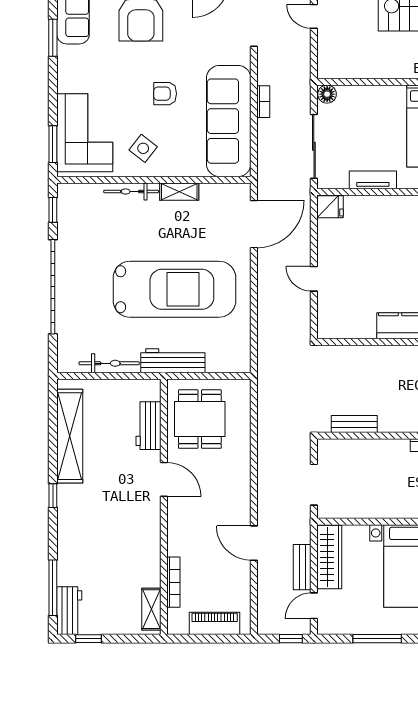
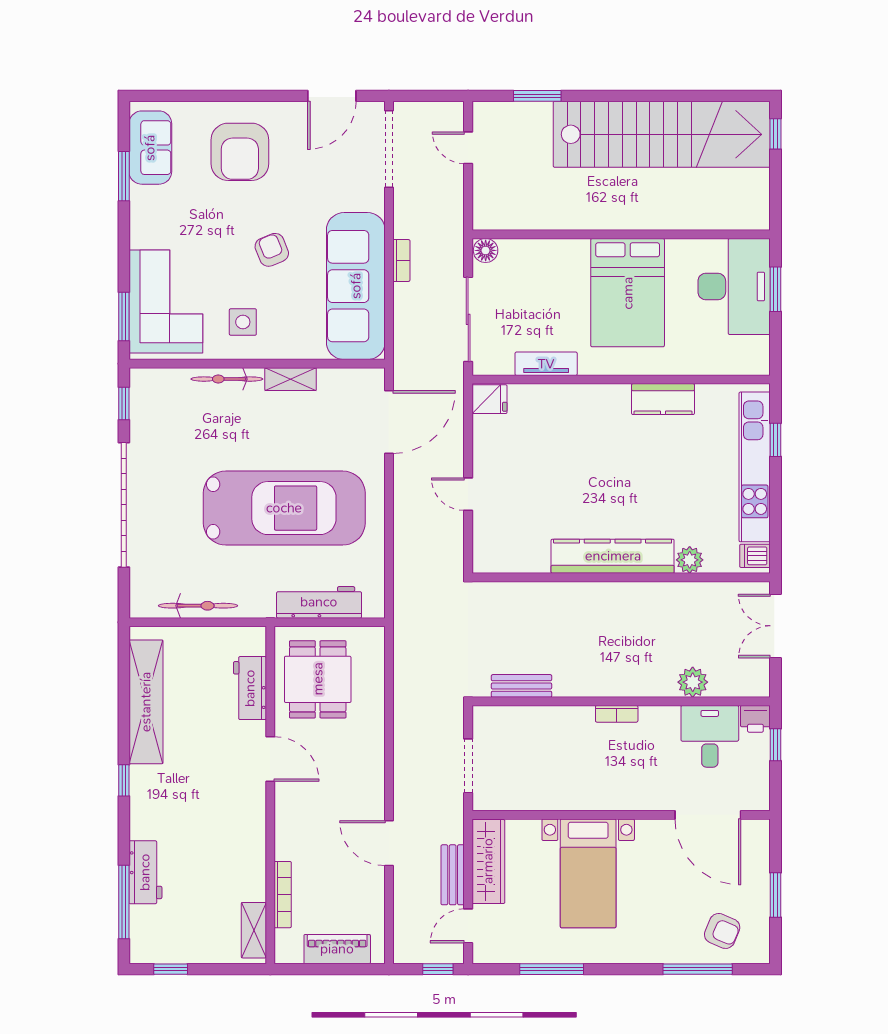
armchair: (165, 94) -> (272, 250), turned 68
side table: (143, 148) -> (243, 322), turned -38
workbench: (173, 361) -> (319, 602), moved
workbench: (69, 611) -> (145, 872), moved

